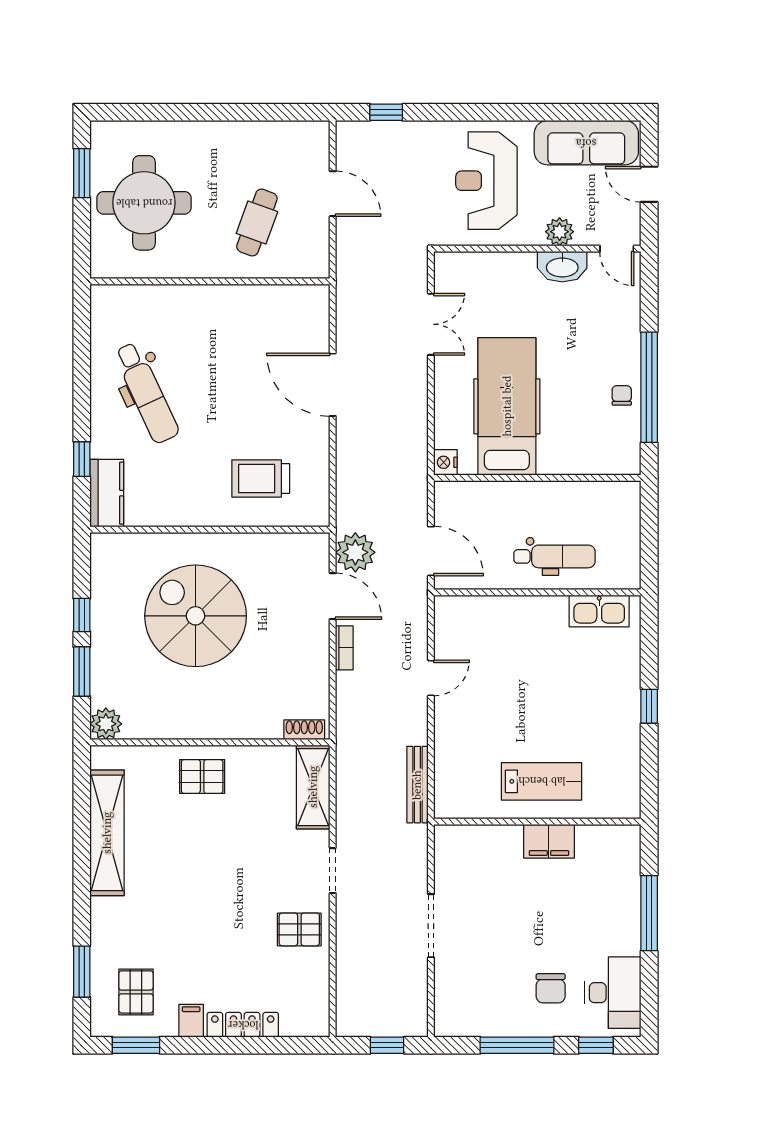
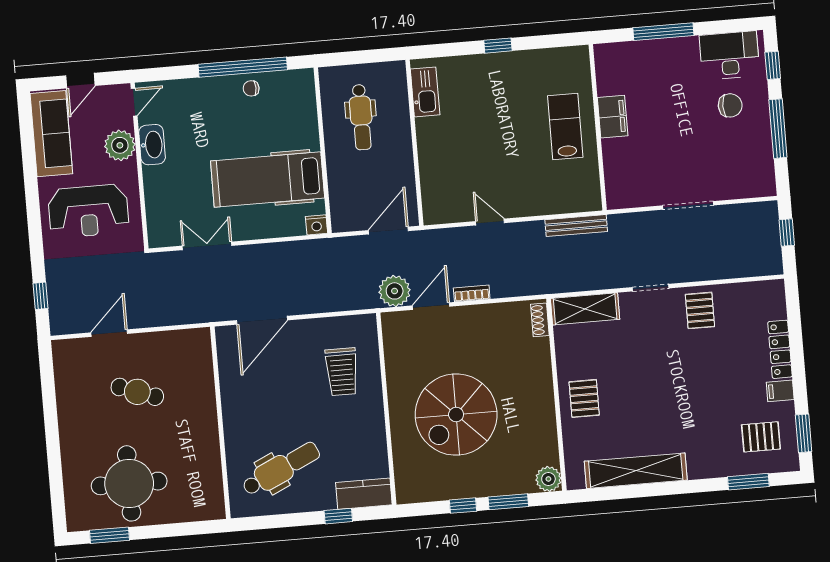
plant: (560, 232) -> (120, 145), width x1.36, depth x1.36
wall: (210, 281) -> (220, 423), moved
dental chair: (554, 556) -> (361, 117), moved, turned 180

